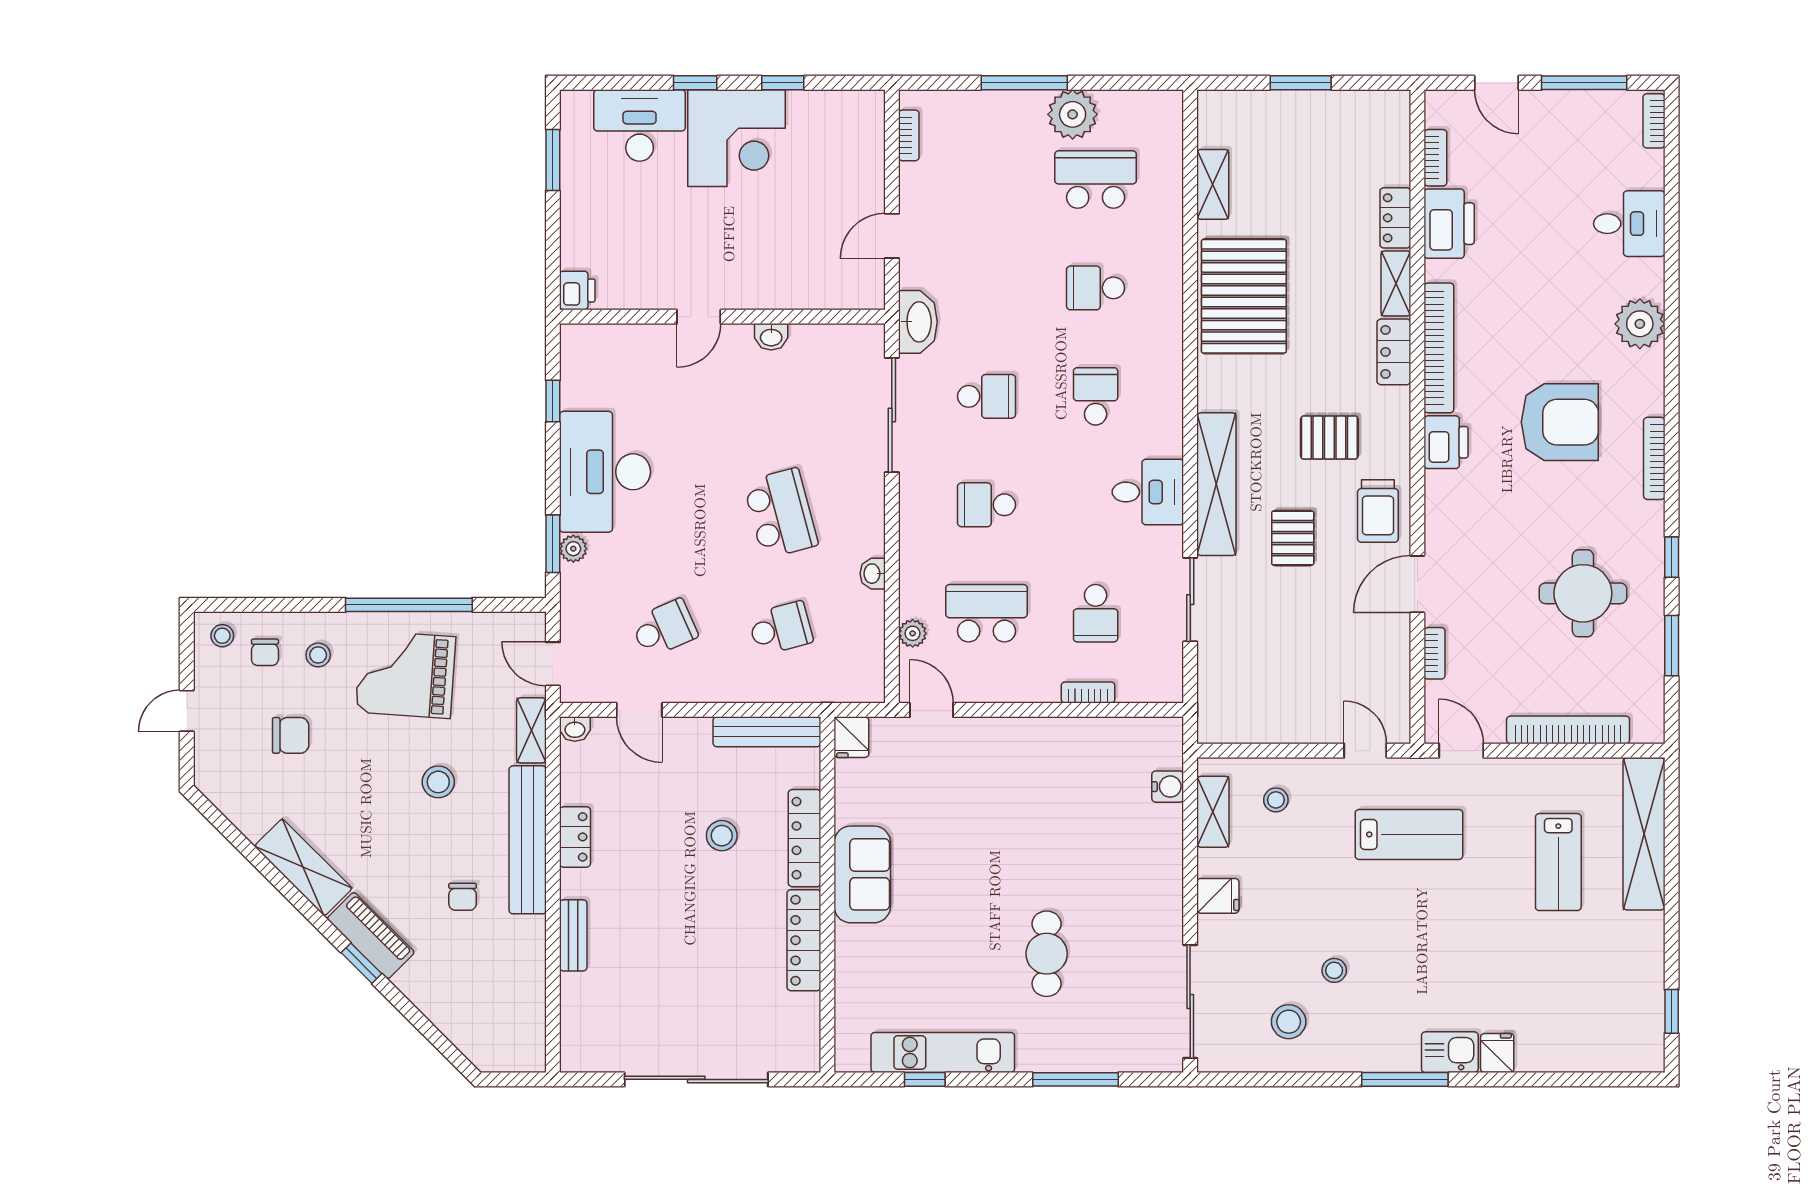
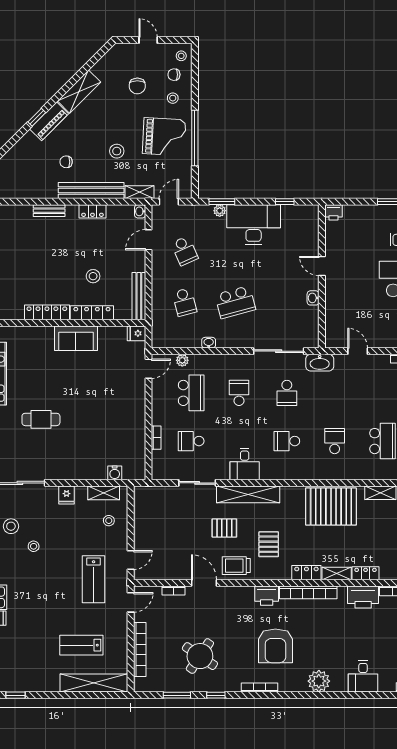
school desk: (1096, 396) -> (287, 441), turned 180
round table: (1583, 593) -> (200, 656), turned 34
grand piano: (406, 674) -> (164, 137), turned 89

